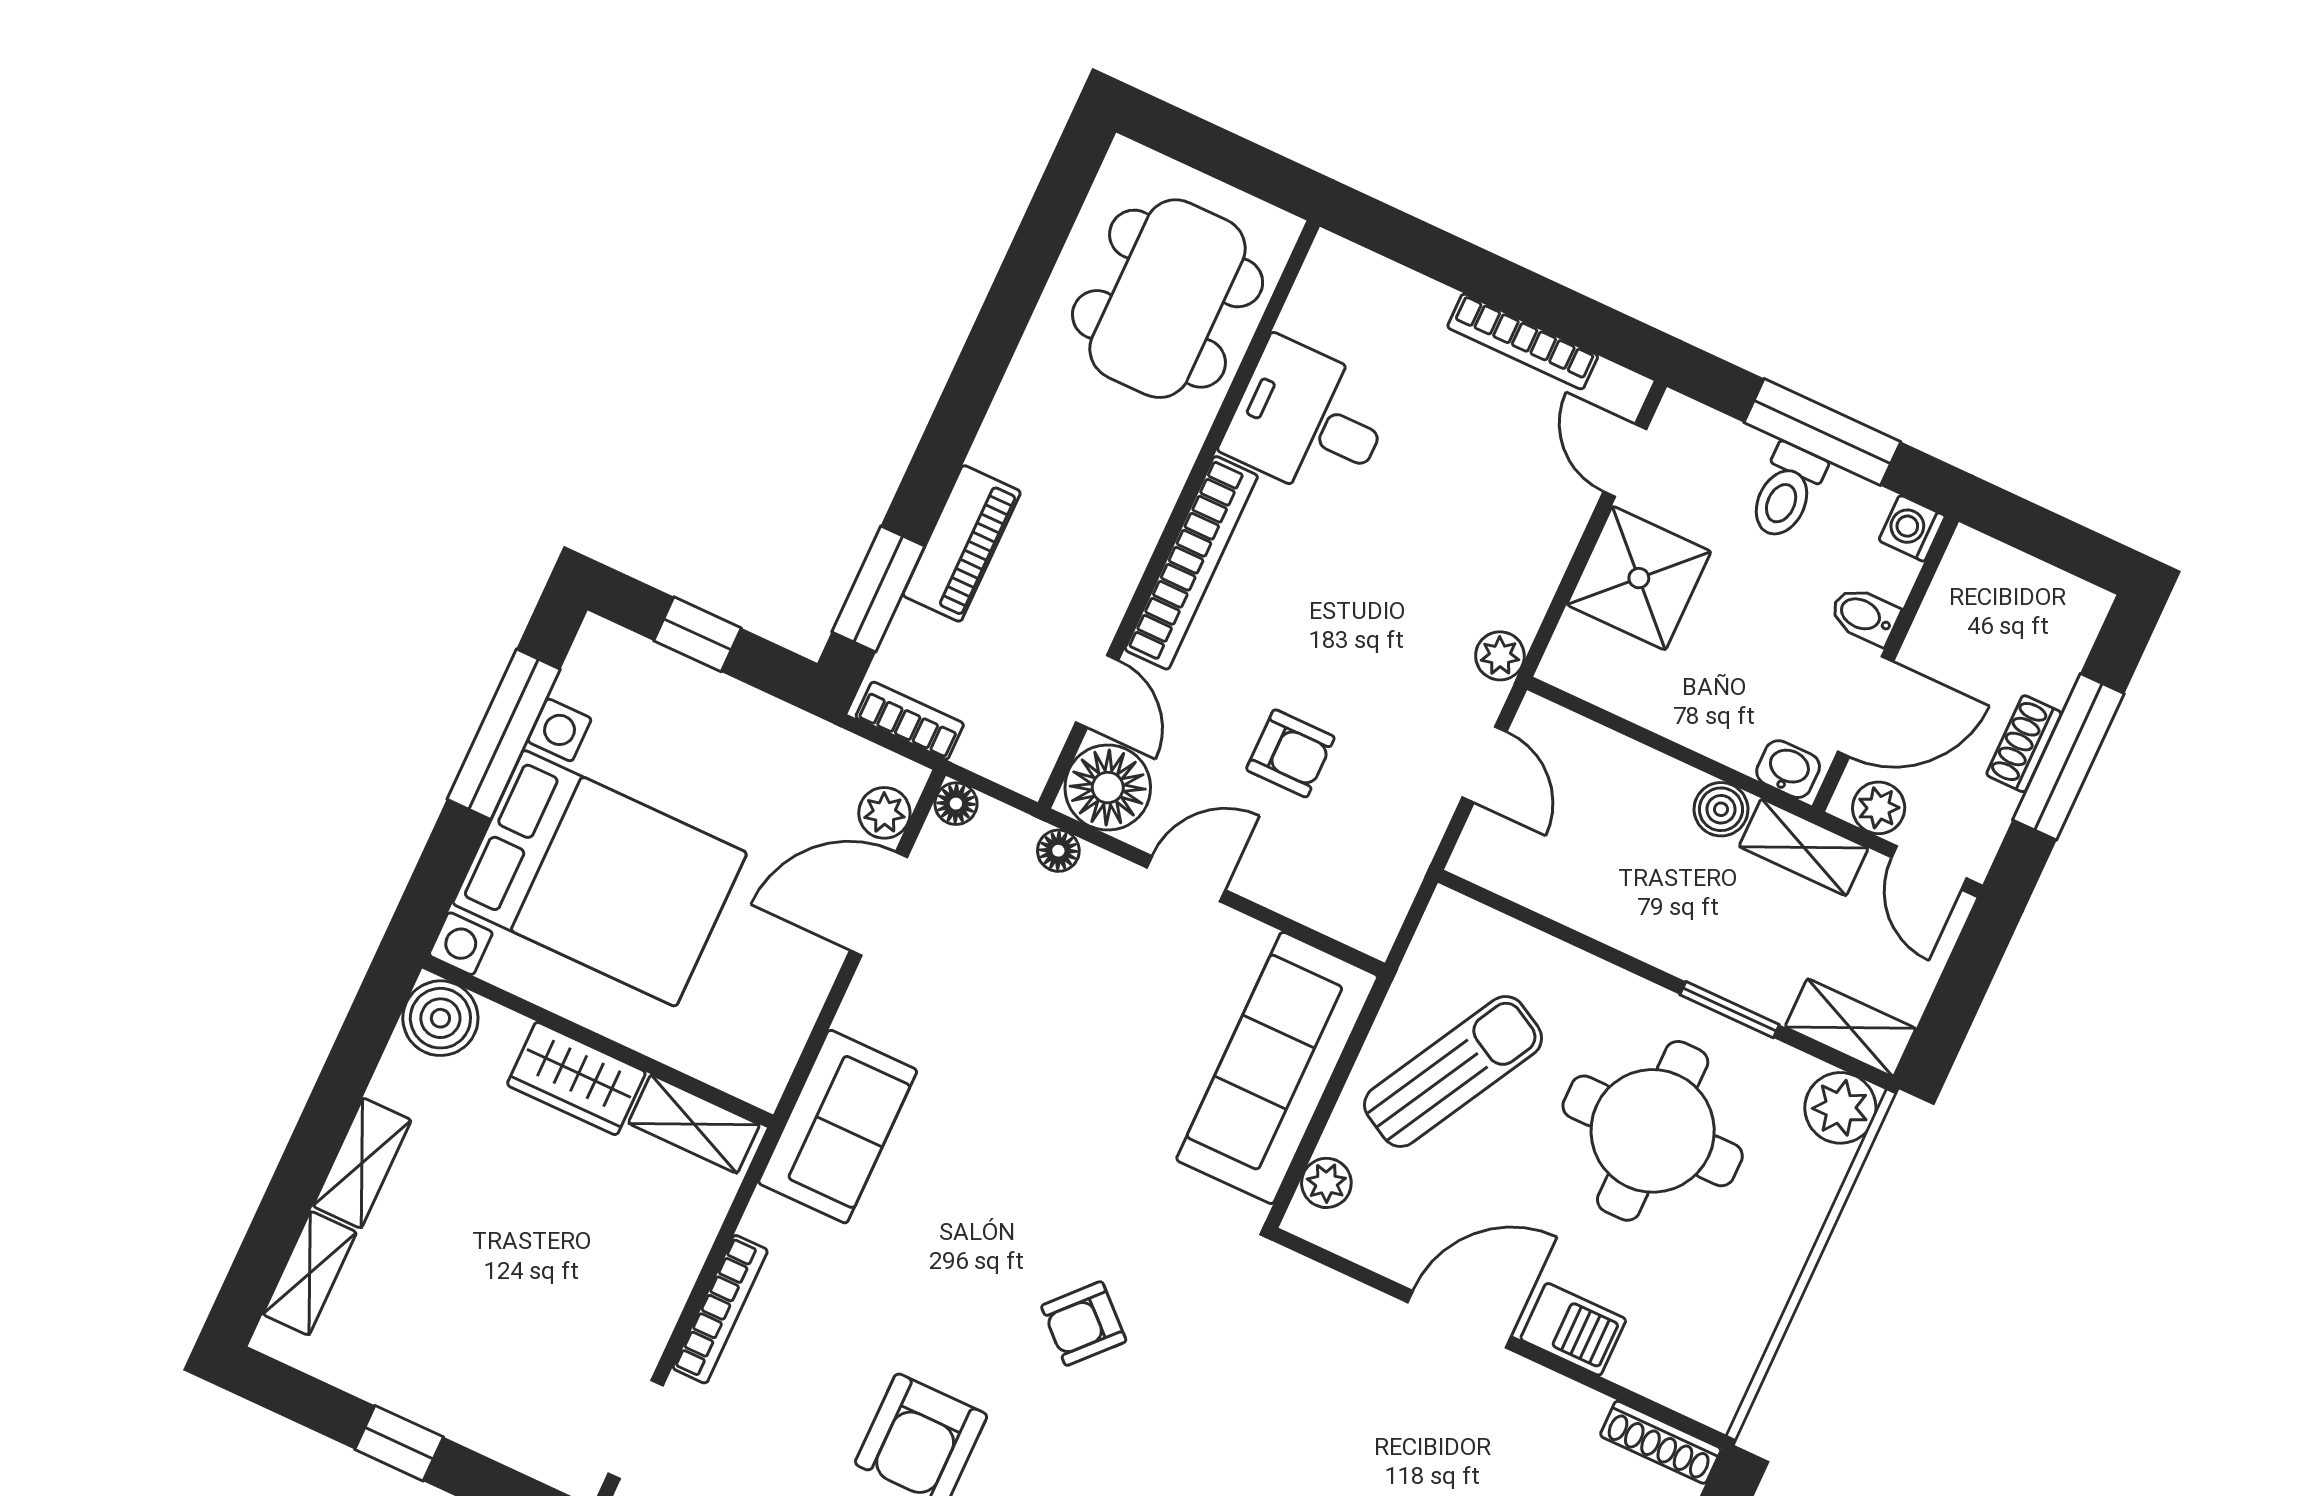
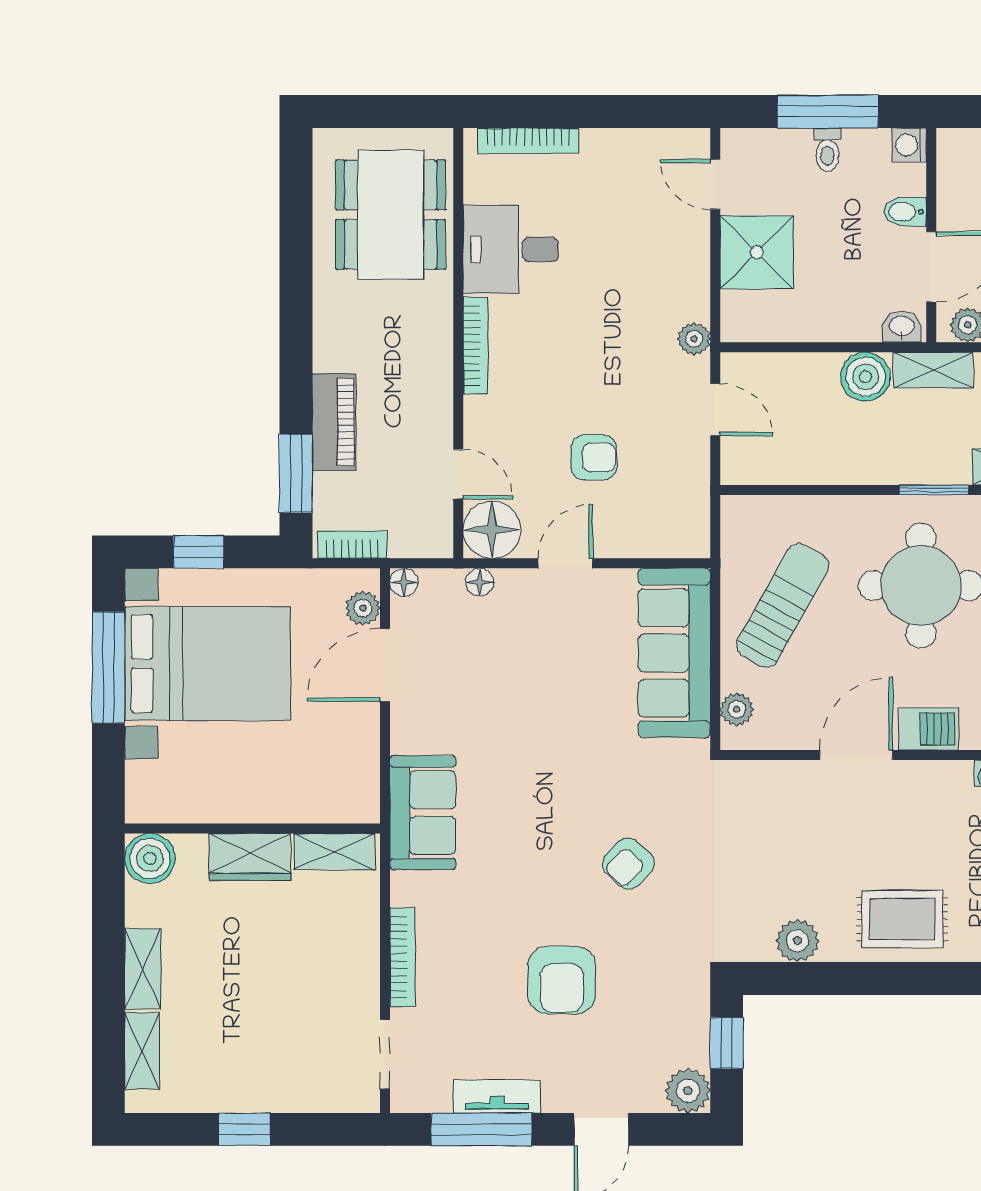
bookcase: (1523, 341) -> (528, 141), moved
toilet: (1786, 492) -> (827, 150), width x0.73, depth x0.72
bookcase: (1191, 563) -> (476, 346), width x0.68, depth x0.76
boiler: (1721, 809) -> (866, 377), width x1.36, depth x1.36
bed with nightstands: (600, 878) -> (208, 664), moved

